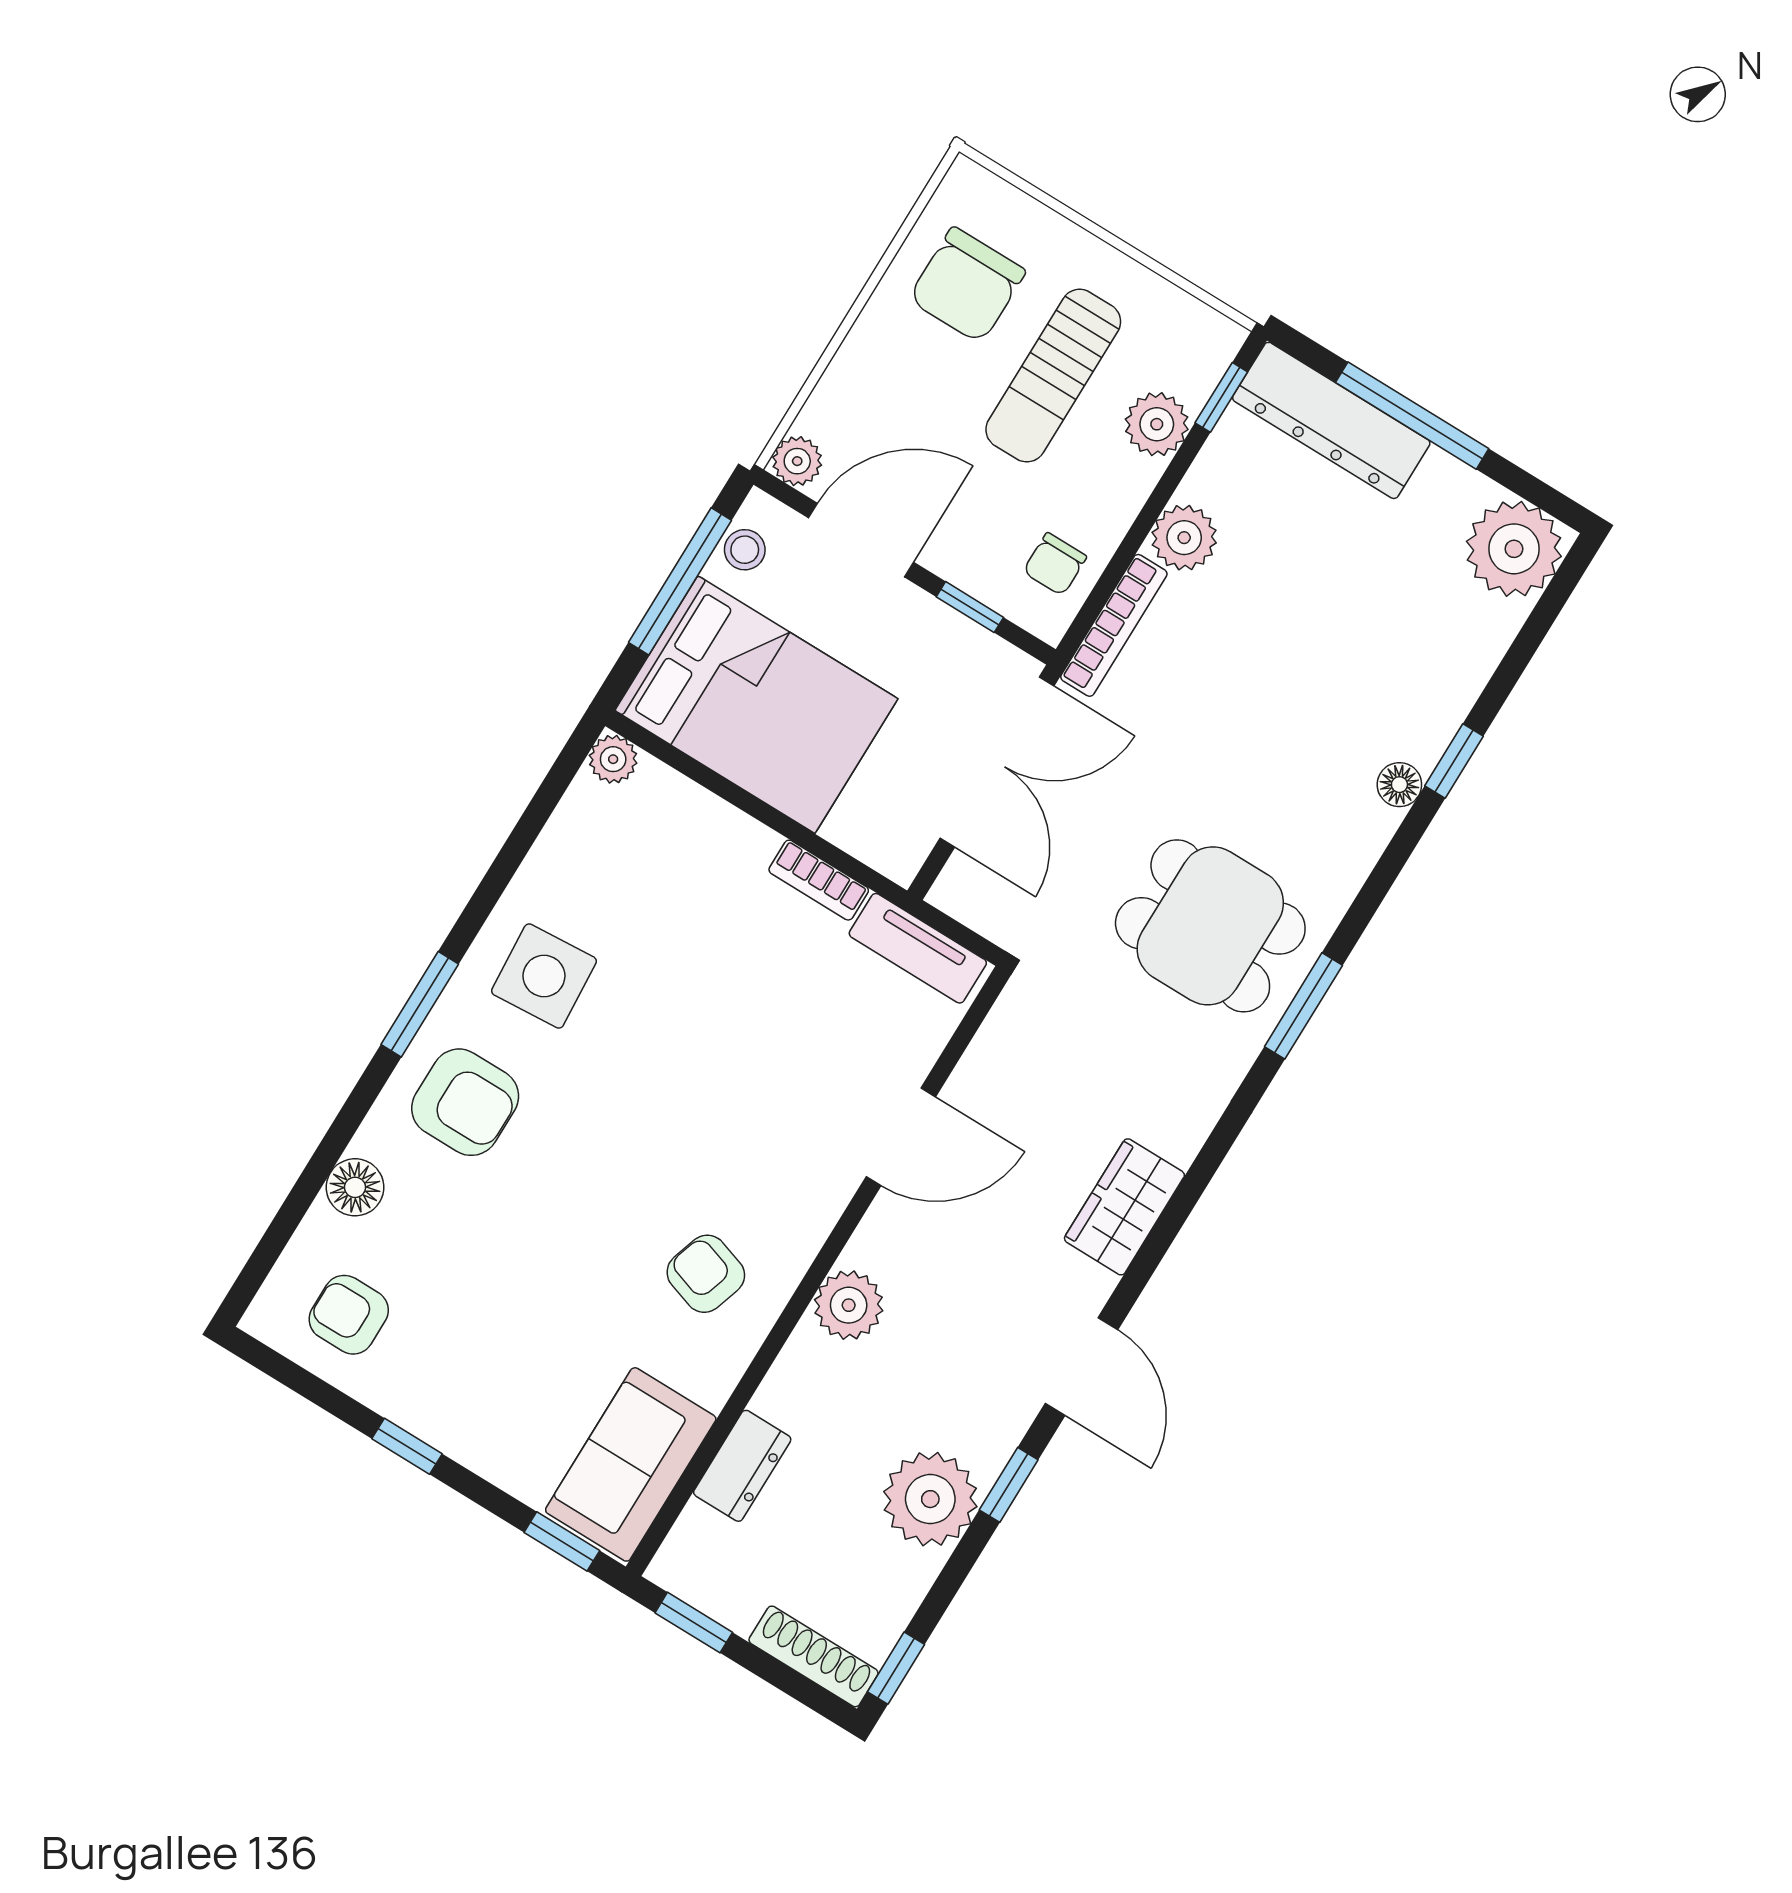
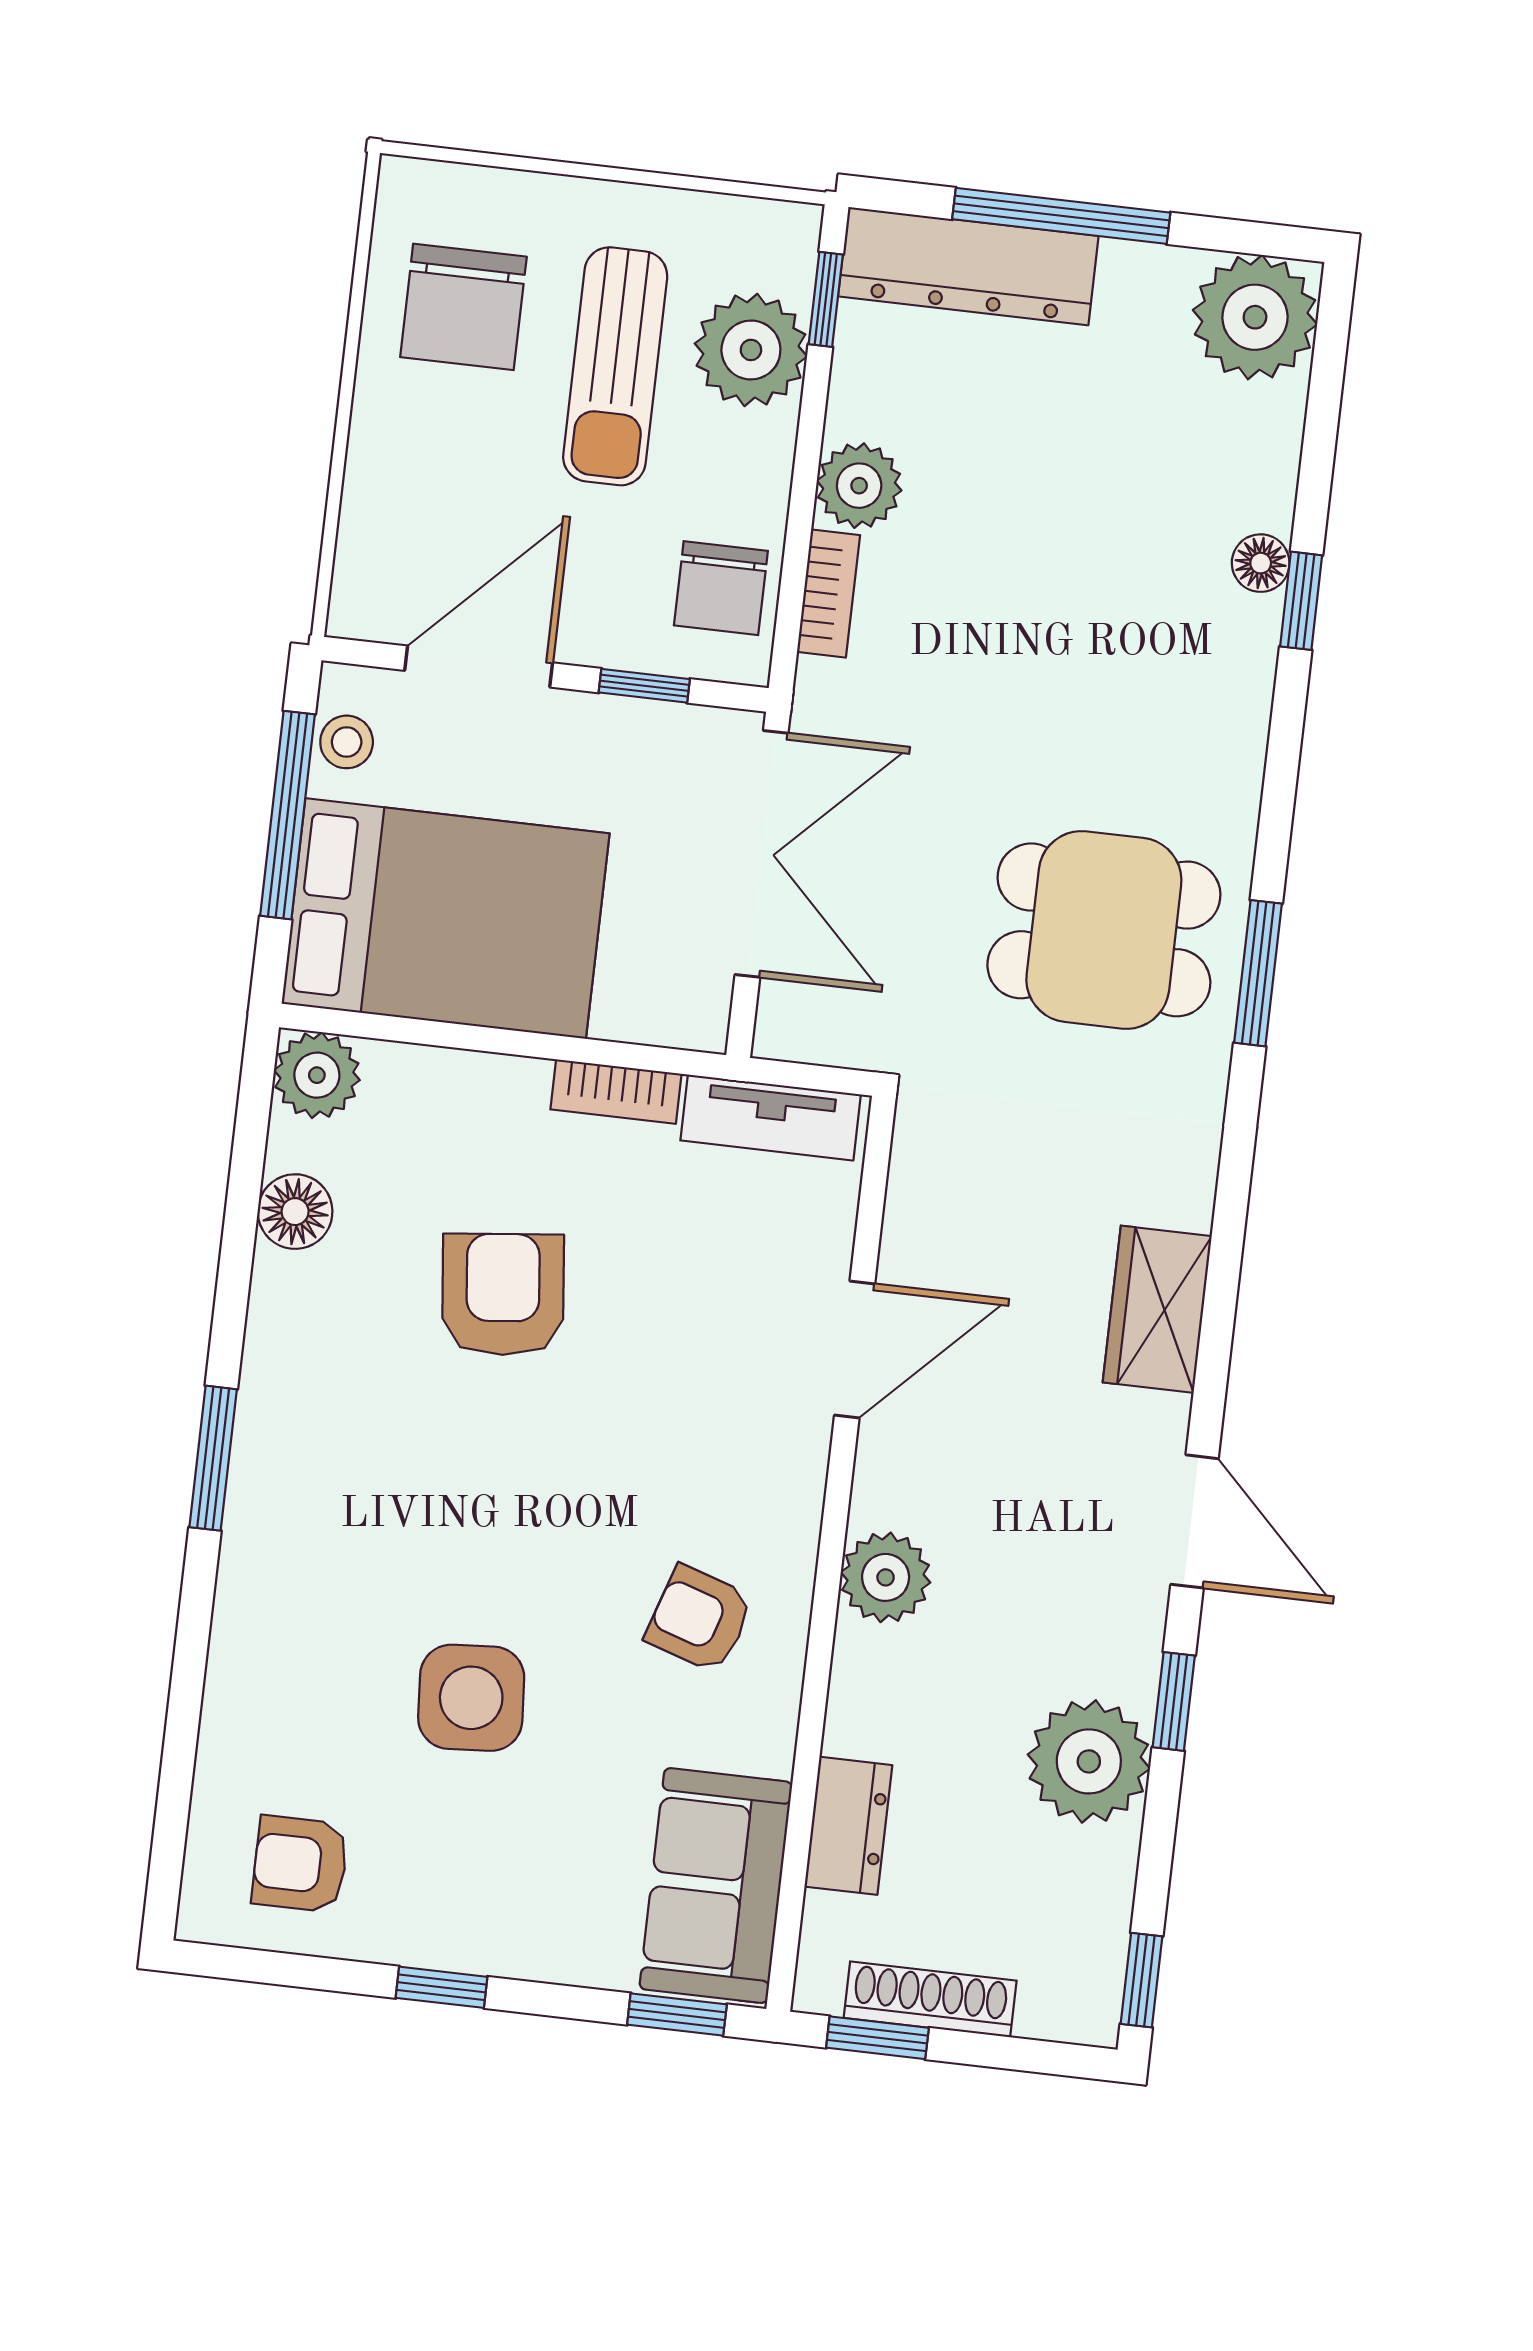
plant: (1157, 424) -> (751, 350), width x1.36, depth x1.36
plant: (797, 461) -> (360, 608), removed
chair: (1055, 564) -> (721, 588), width x1.37, depth x1.37
bookcase: (1114, 625) -> (828, 594), width x0.64
plant: (613, 759) -> (317, 1075), width x1.38, depth x1.38
floor lamp: (1399, 785) -> (1261, 563), moved
side table: (544, 976) -> (471, 1698), moved
armchair: (465, 1102) -> (503, 1294), moved, turned -96
floor lamp: (355, 1187) -> (295, 1212), moved
shoe rack: (814, 1656) -> (930, 1999), moved

